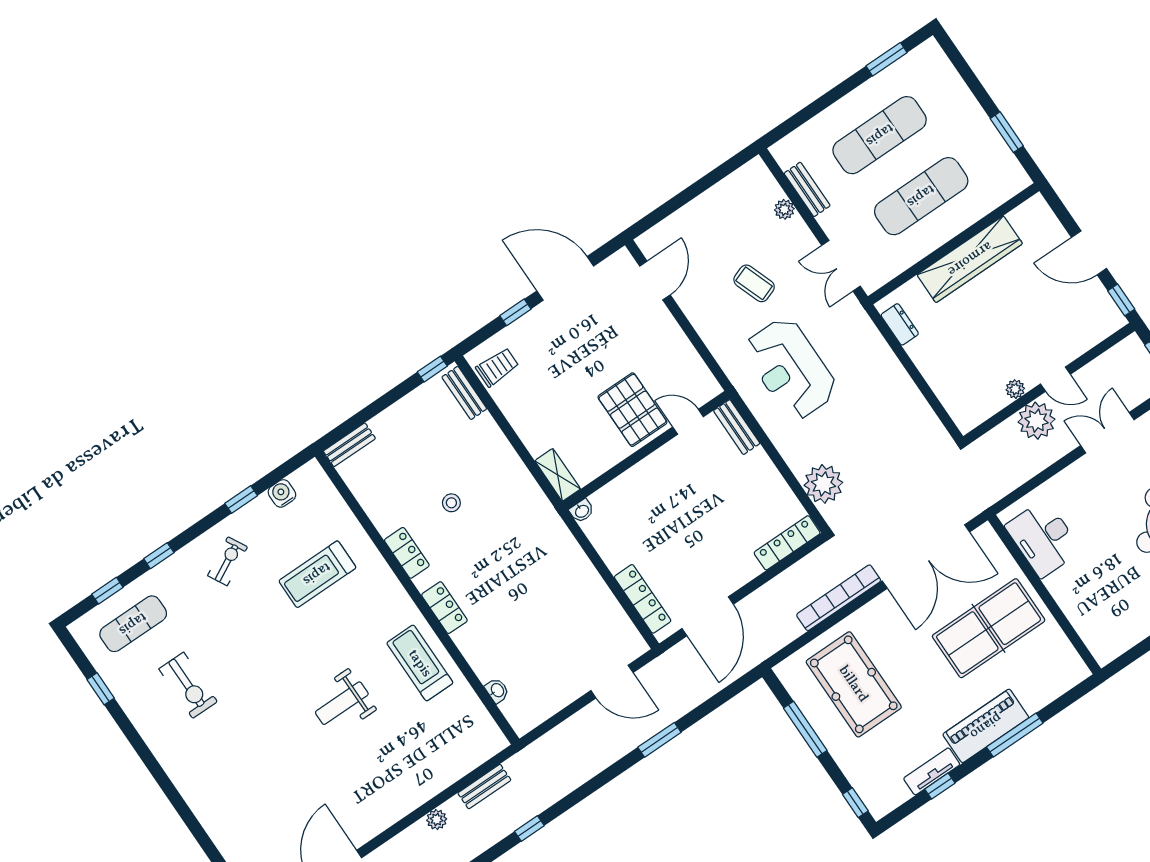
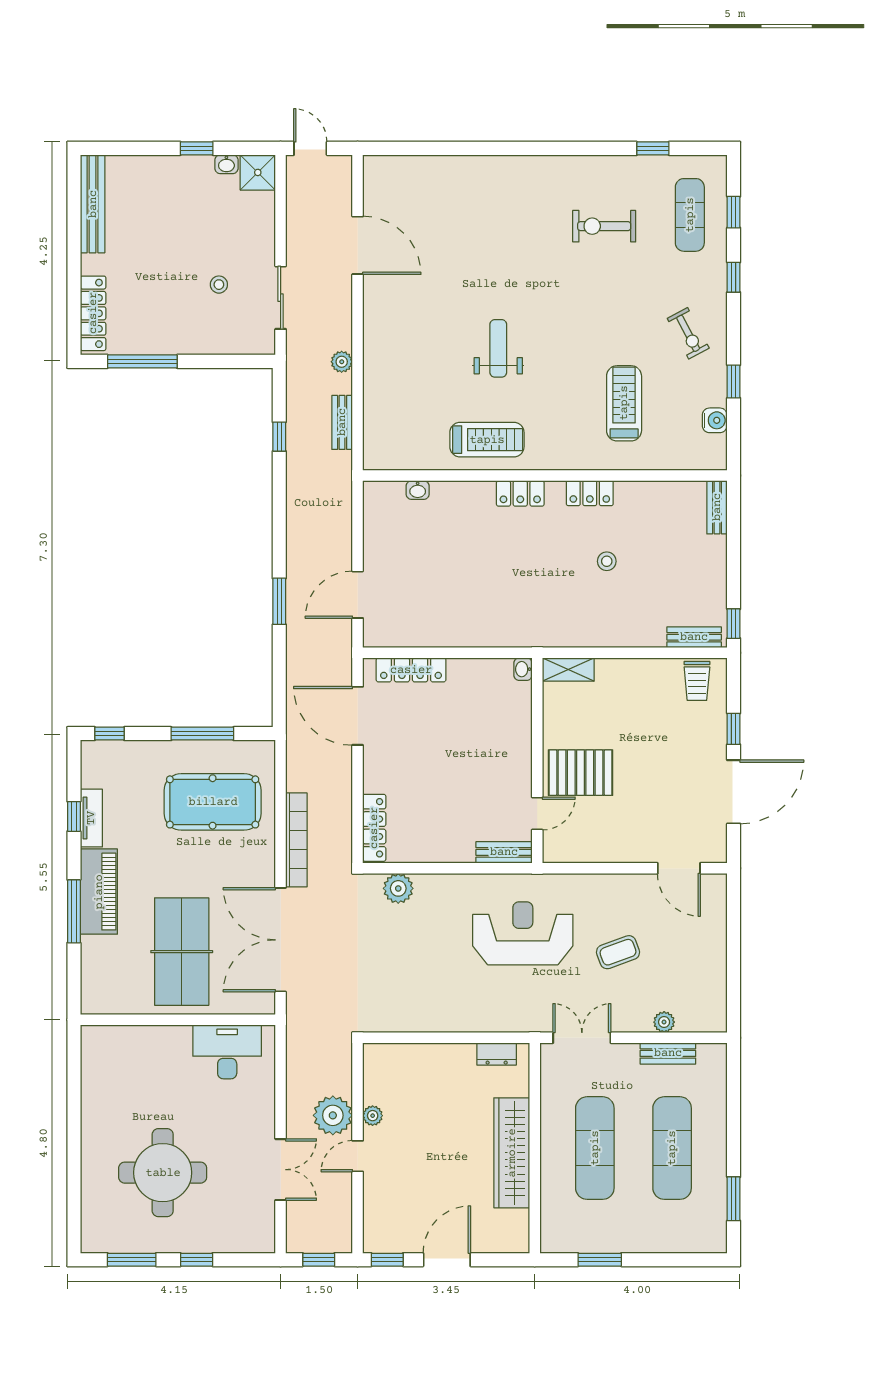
plant: (823, 484) -> (398, 888), width x0.73, depth x0.73

